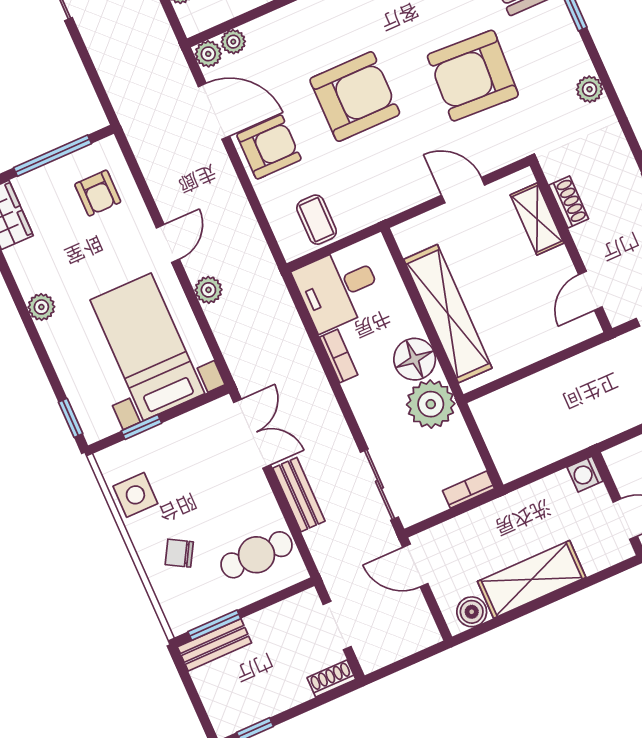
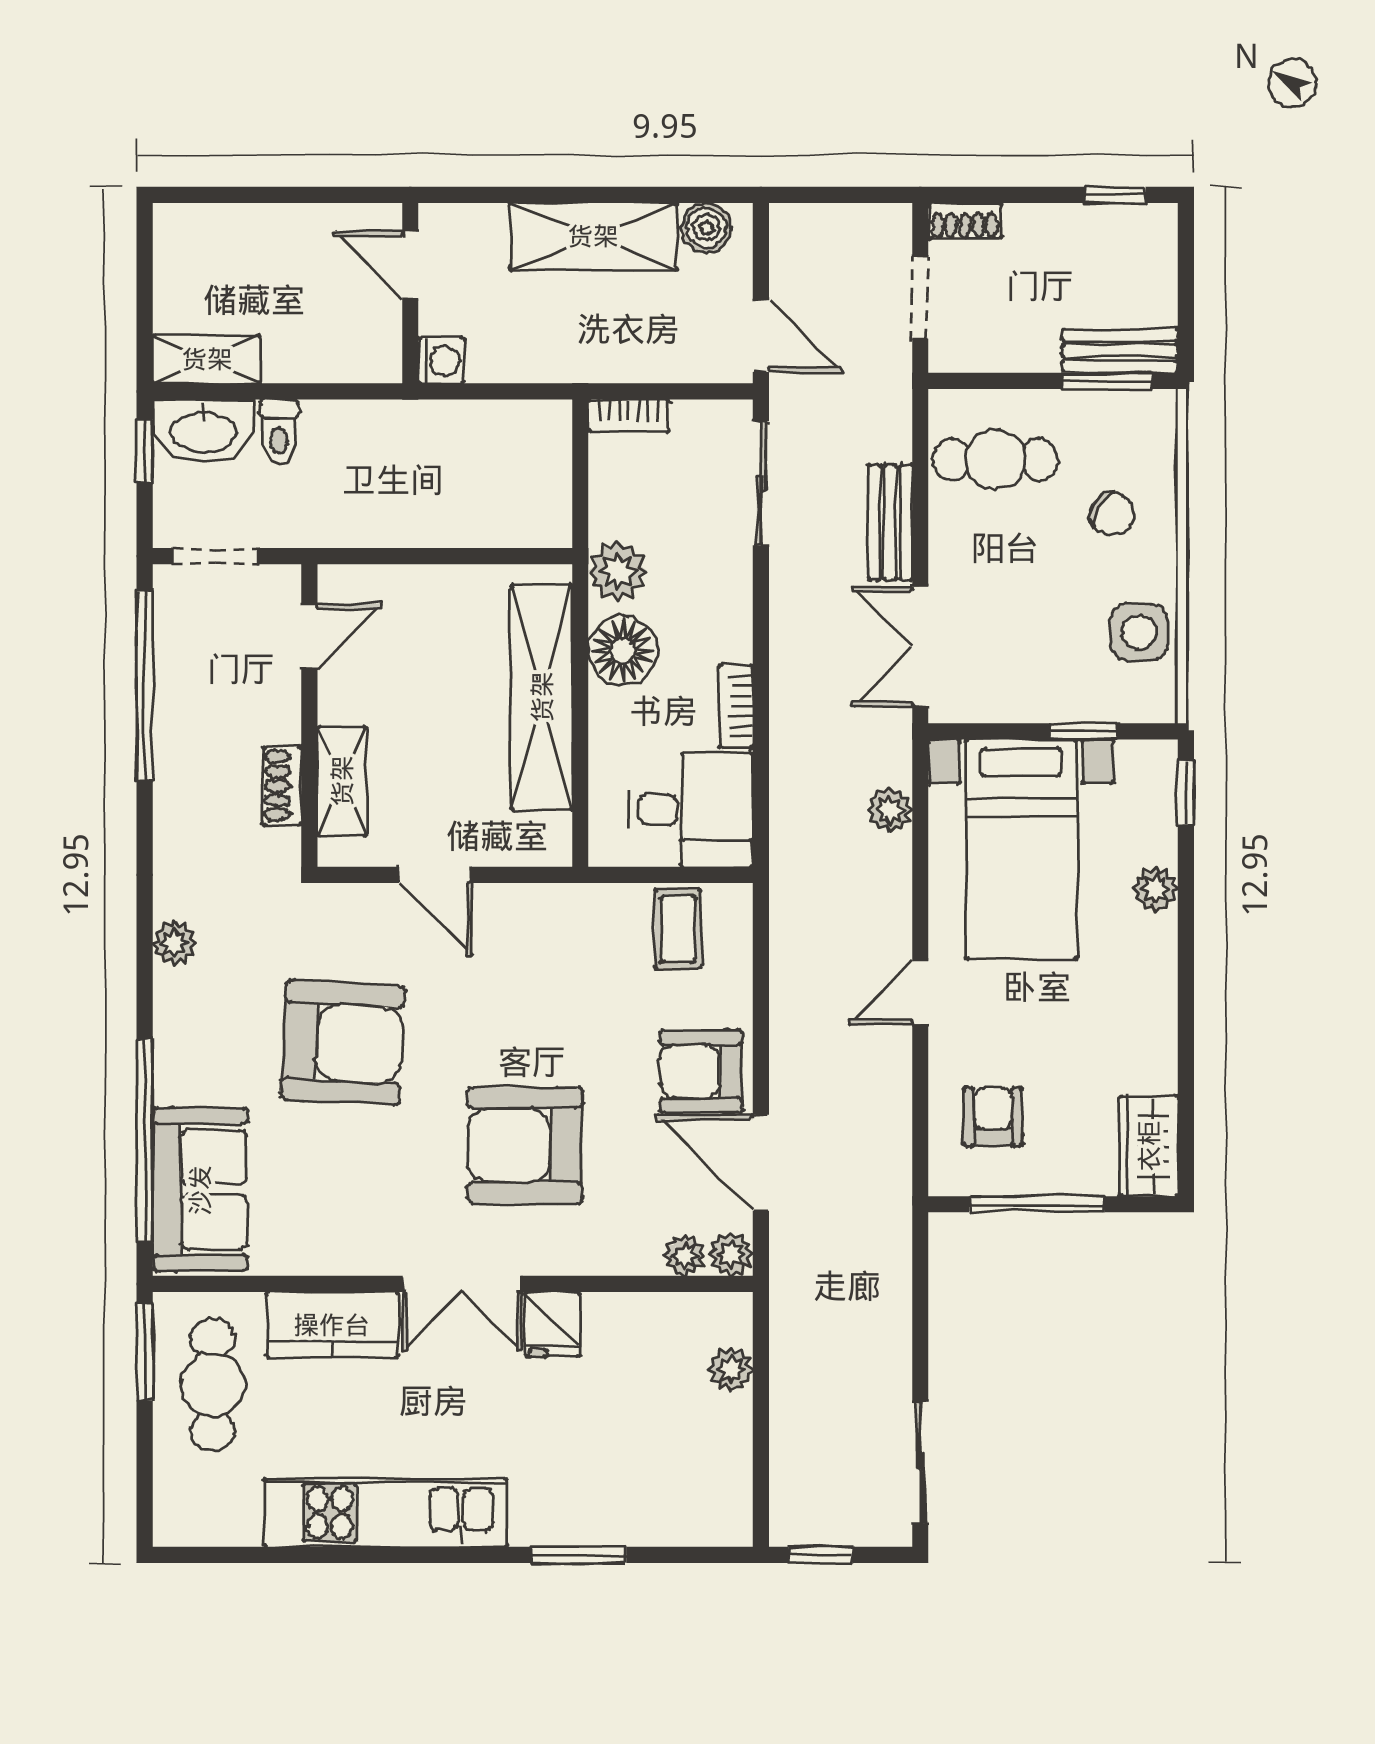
armchair: (355, 97) -> (525, 1145), moved
plant: (208, 290) -> (890, 810), moved
plant: (41, 307) -> (1156, 889), moved
plant: (431, 404) -> (618, 571), width x0.73, depth x0.73

